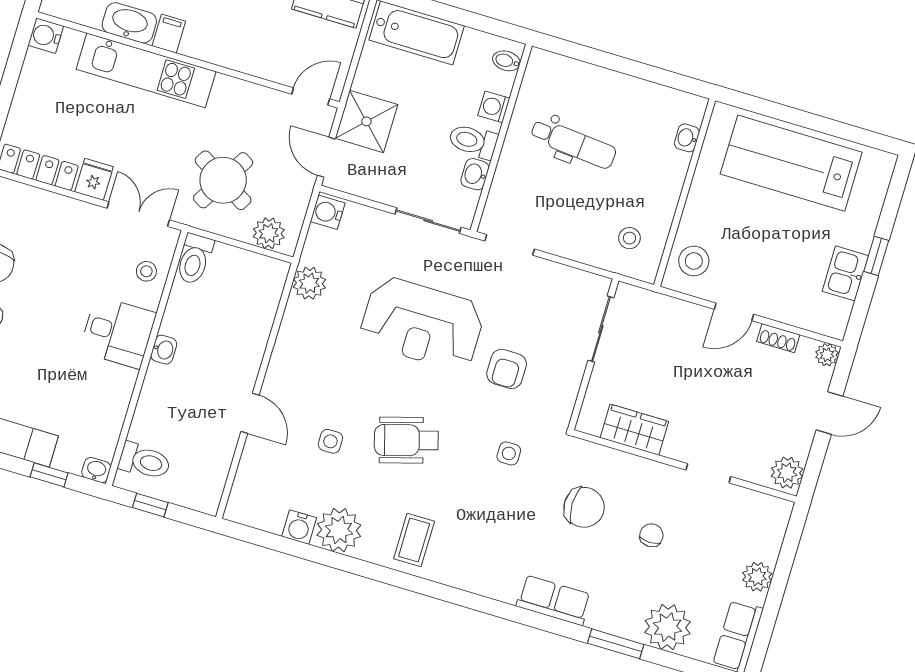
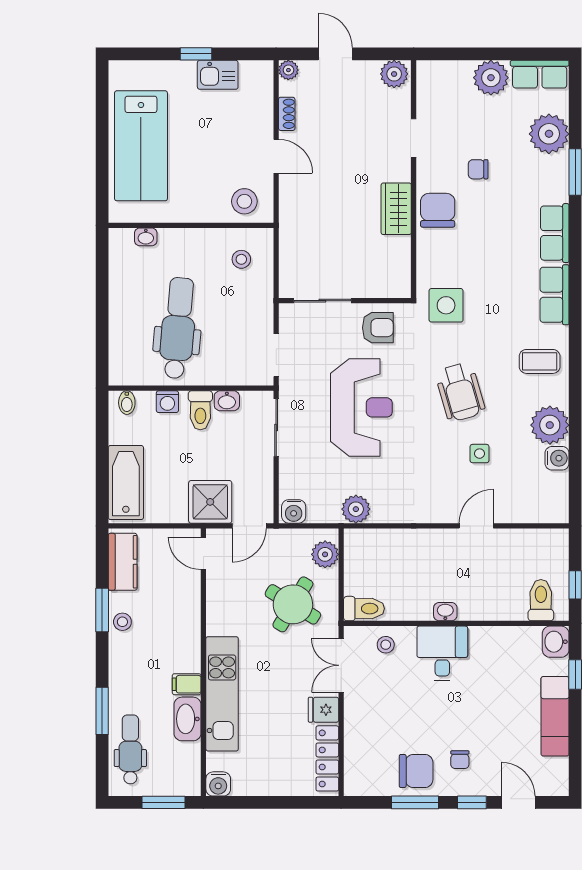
dental chair: (573, 144) -> (178, 328), width x1.36, depth x1.38
sliding door: (601, 329) -> (322, 301), moved
wall: (593, 354) -> (345, 301), moved
side table: (509, 453) -> (446, 305), width x1.87, depth x1.87
washbasin: (96, 470) -> (556, 642), width x1.38, depth x1.45
chair: (584, 507) -> (438, 210), moved
plant: (757, 577) -> (491, 78), width x1.36, depth x1.36
row of seats: (484, 579) -> (555, 295), added

